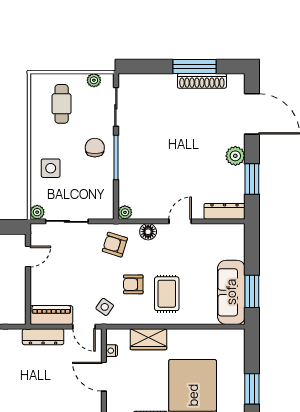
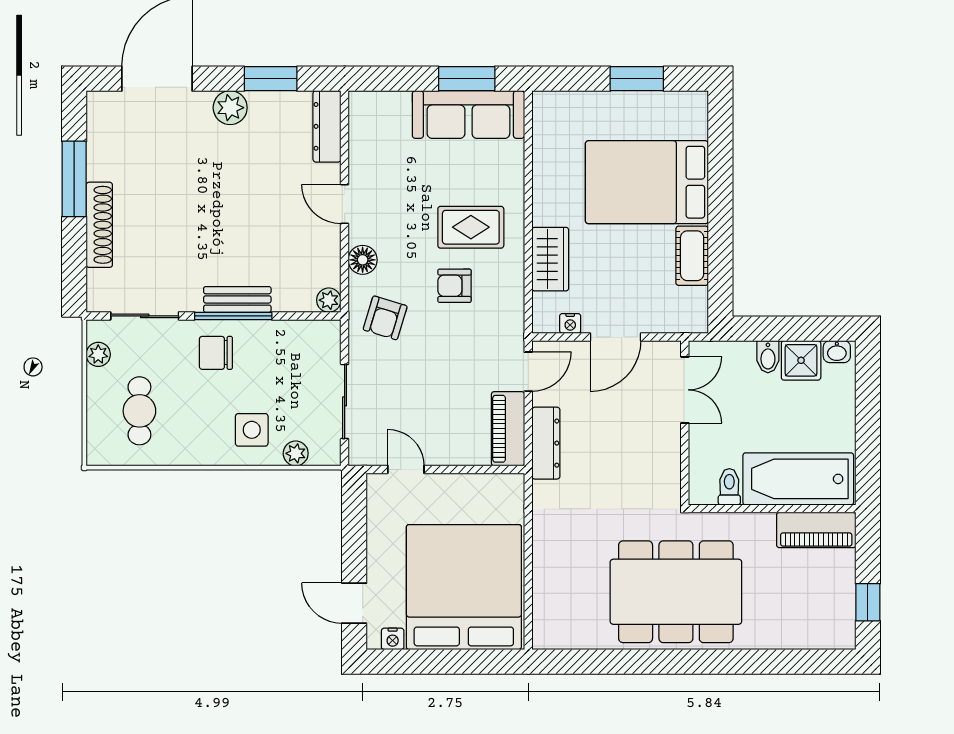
shoe rack: (202, 81) -> (99, 225), moved
cafe table: (62, 104) -> (139, 411), turned 90
bench: (125, 160) -> (237, 299), added
plant: (37, 212) -> (296, 453), moved
armchair: (133, 284) -> (455, 286), turned 90
side table: (105, 307) -> (494, 336), removed

